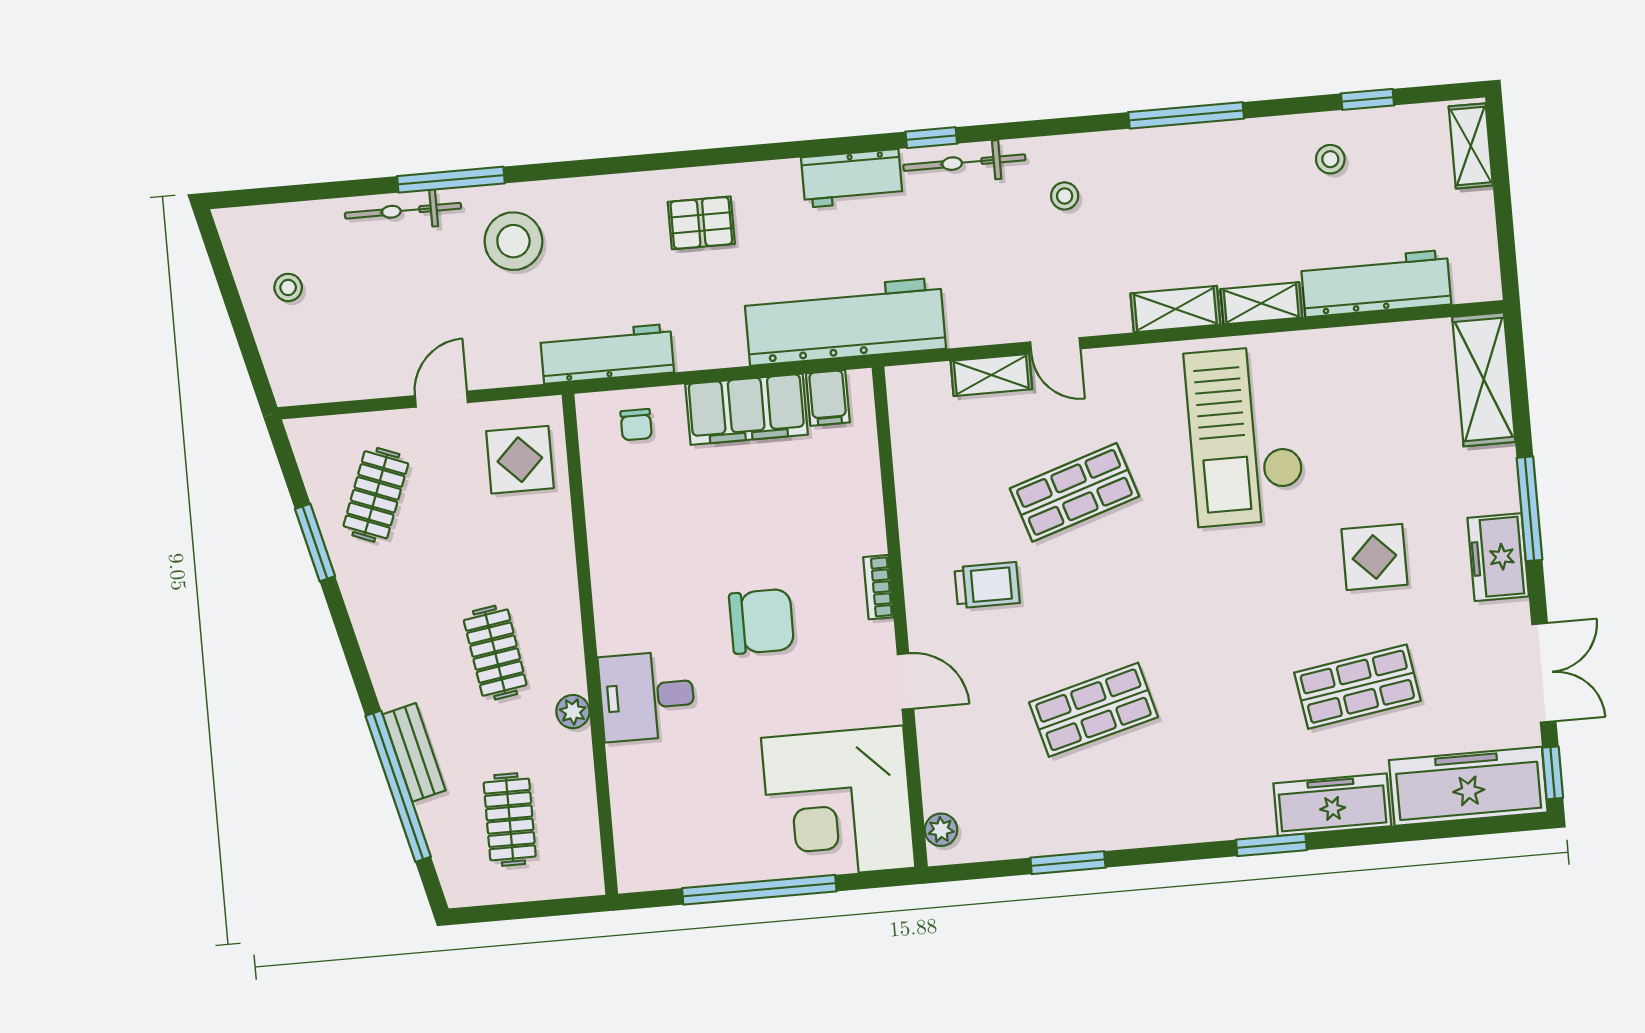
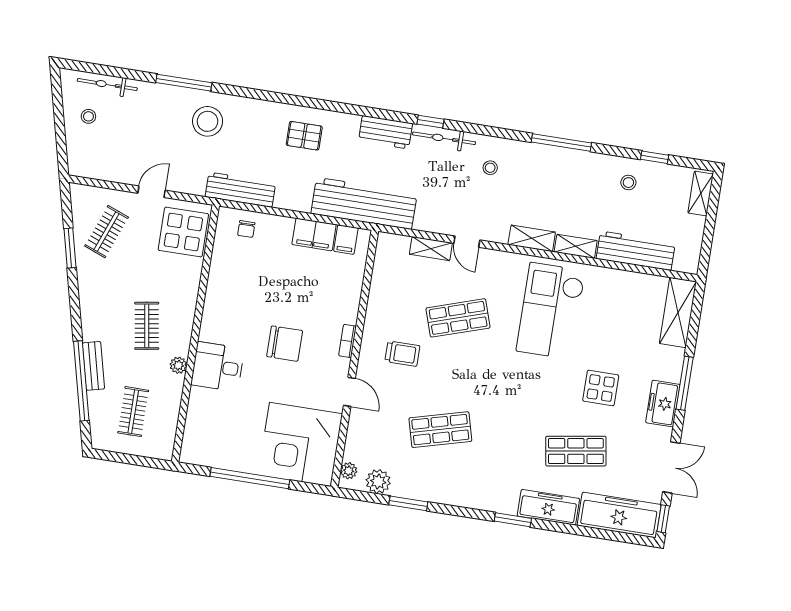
bicycle: (403, 211) -> (107, 85), moved
filing cabinet: (747, 409) -> (314, 234), width x0.67, depth x0.86
display table: (520, 460) -> (183, 232), width x1.36, depth x1.36
plant: (1001, 836) -> (378, 482), added

